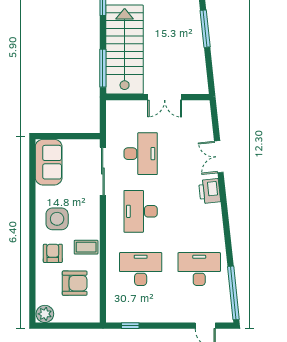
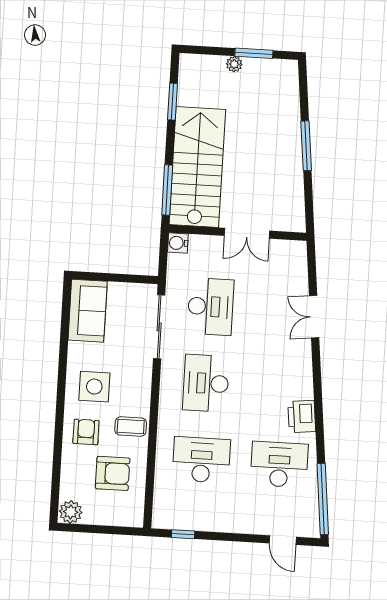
water cooler: (113, 107) -> (178, 243), added
printer: (210, 191) -> (302, 416), moved

